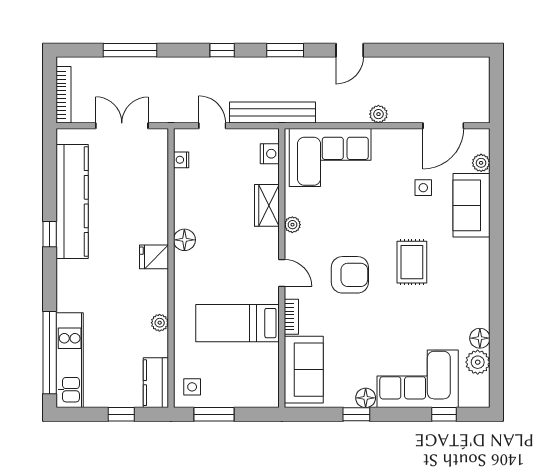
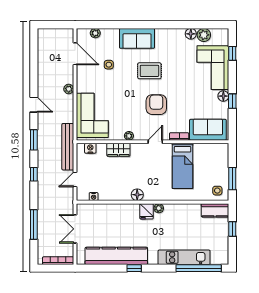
sofa: (471, 205) -> (137, 38), moved
plant: (160, 323) -> (159, 208), moved
kitchen unit: (70, 360) -> (184, 257), moved

